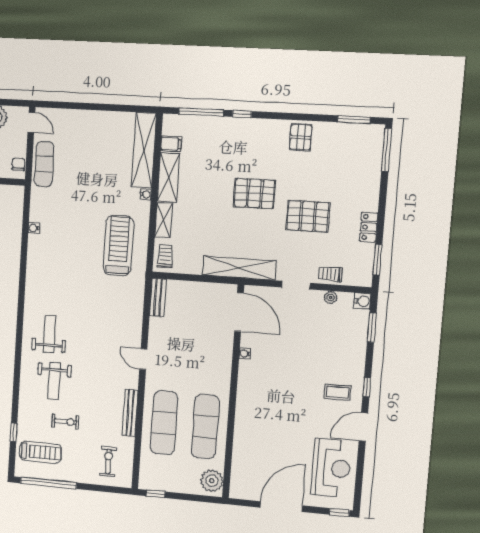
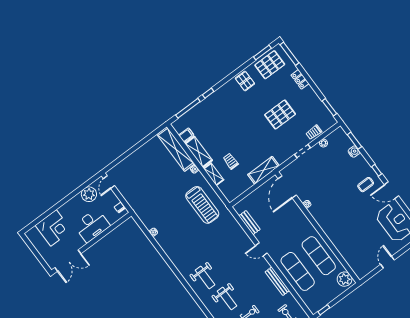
door: (31, 123) -> (109, 182), swing flipped
exercise mat: (44, 164) -> (132, 197), removed
pallet: (255, 193) -> (270, 65), moved
locker: (369, 227) -> (300, 79), moved
treadmill: (119, 246) -> (202, 205), turned 180
trolley: (165, 256) -> (231, 161), moved
shelving: (239, 268) -> (263, 170), width x0.68
bench: (158, 298) -> (249, 223), moved
water cooler: (362, 301) -> (354, 152), moved
door: (239, 312) -> (287, 187), swing flipped
weight bench: (49, 334) -> (205, 277), turned 180
door: (363, 427) -> (392, 190), hinge flipped
door: (281, 507) -> (387, 262), width x0.53

